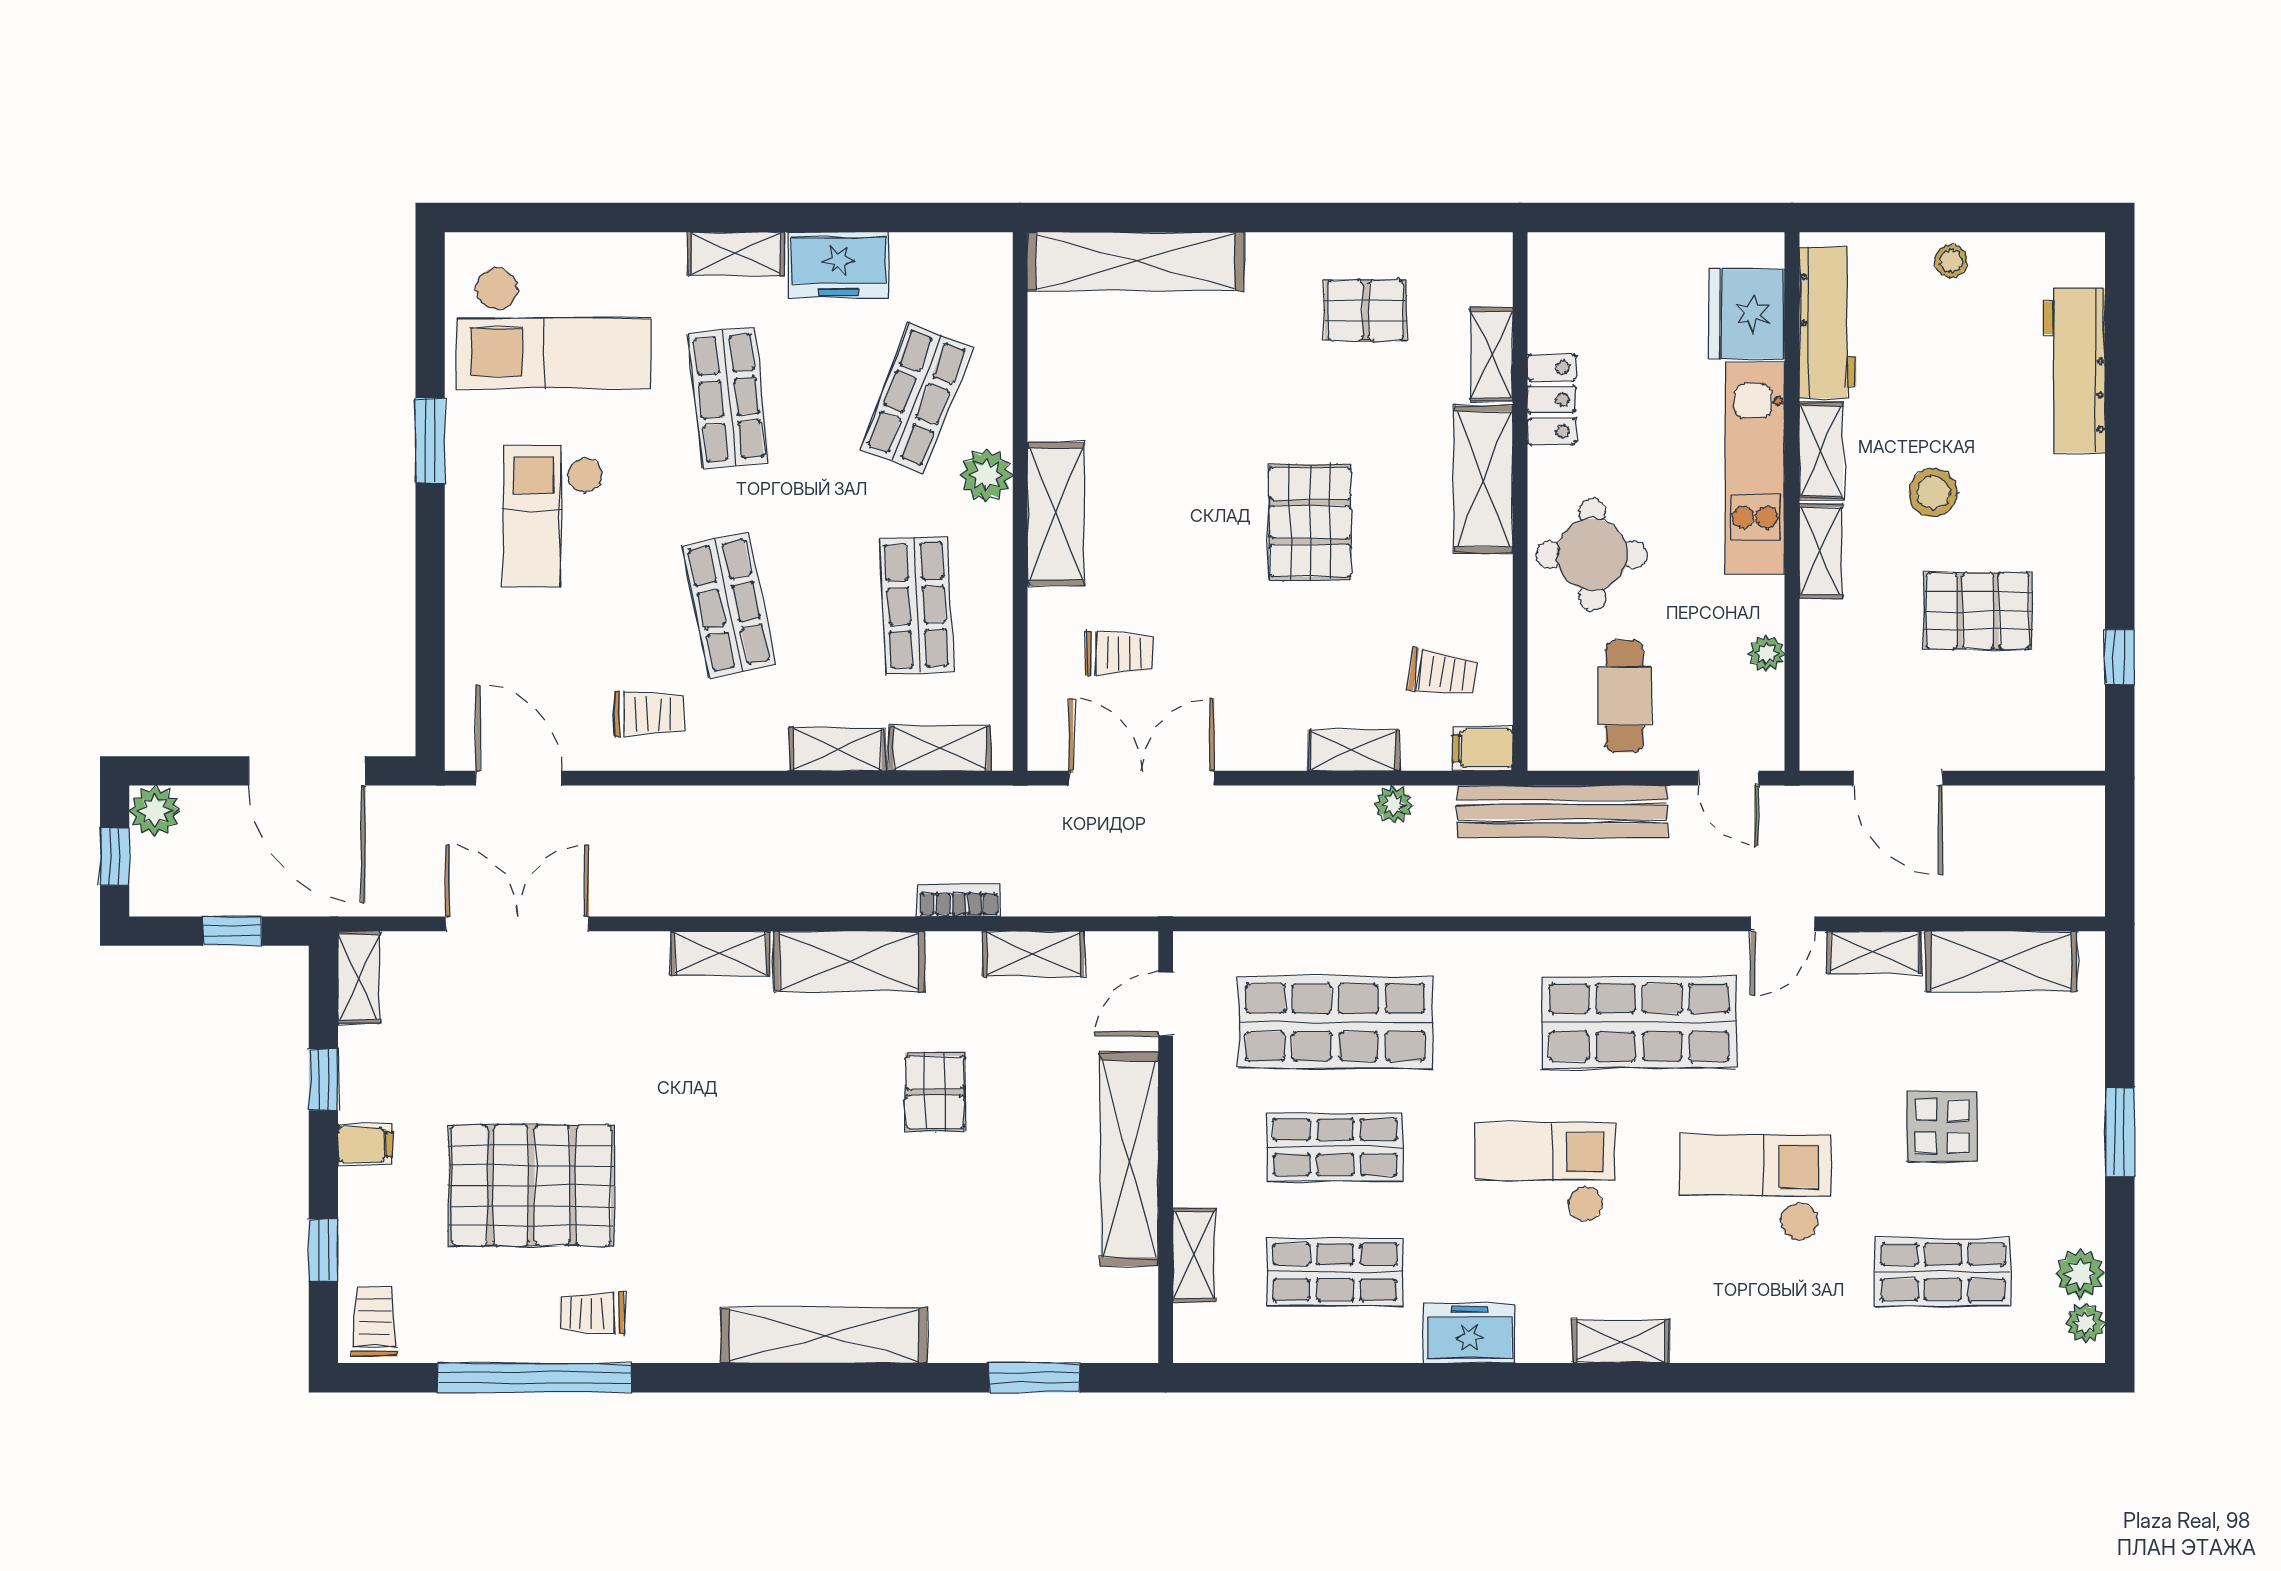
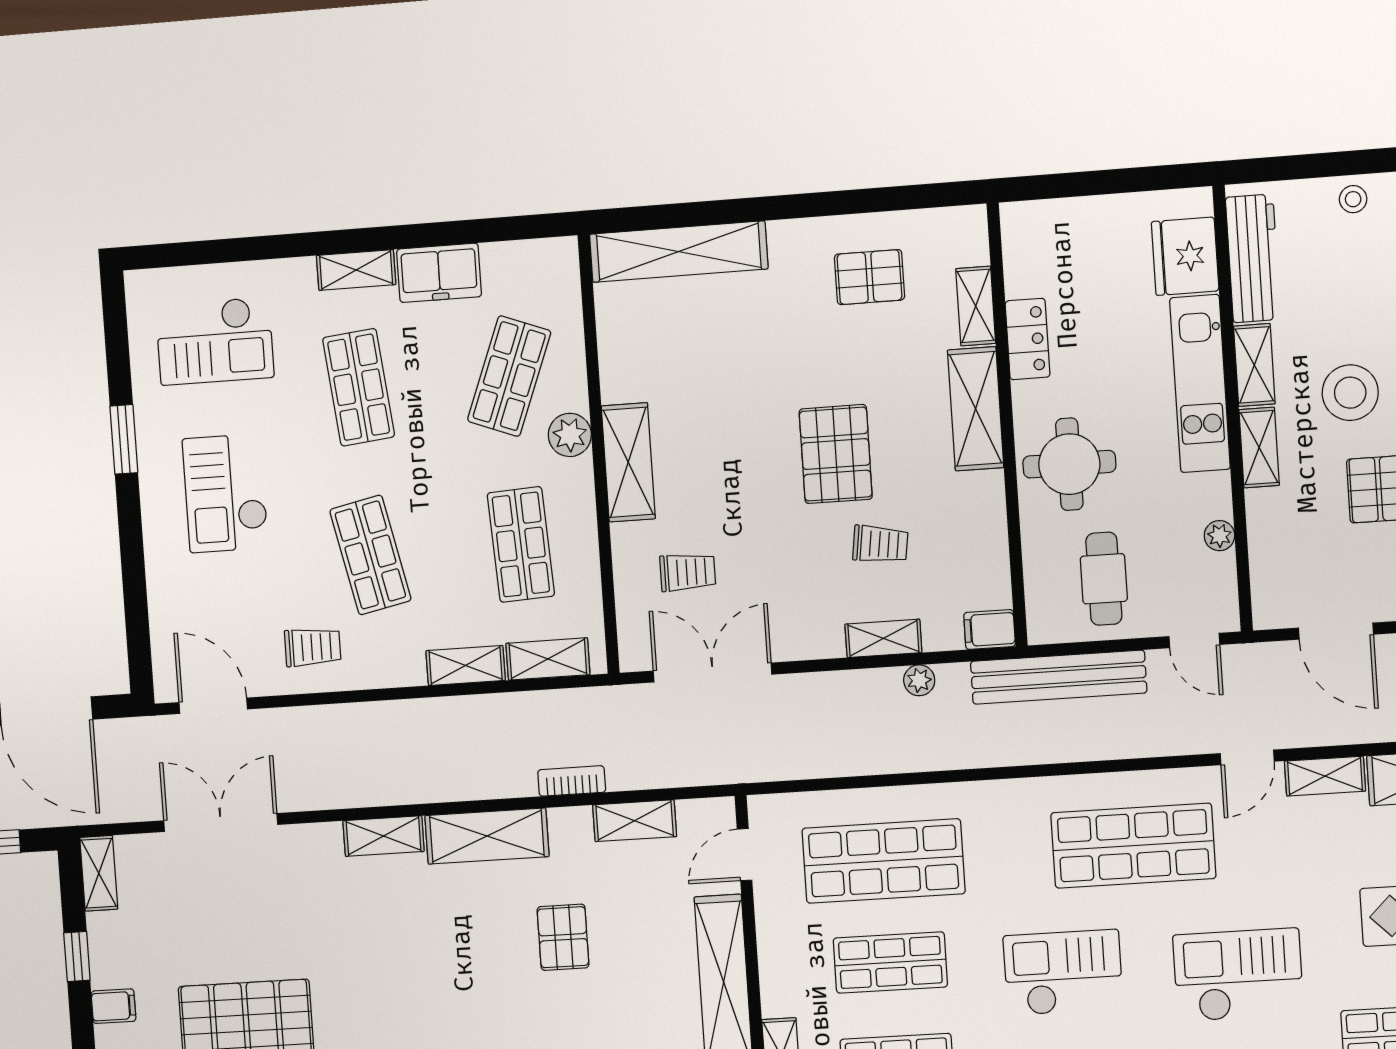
checkout: (553, 328) -> (215, 341), width x0.73, depth x0.83
stool: (1933, 493) -> (1350, 393), width x1.38, depth x1.38
trolley: (1443, 673) -> (880, 544), moved

